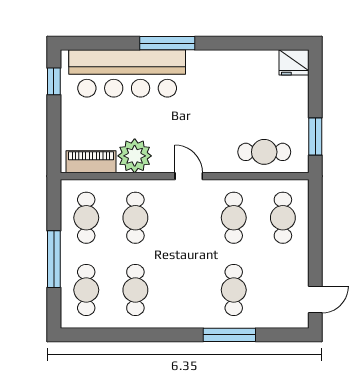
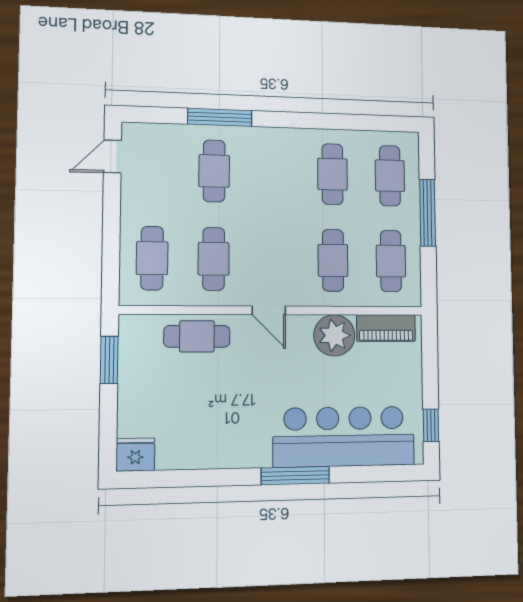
cafe table: (264, 152) -> (197, 336), moved

